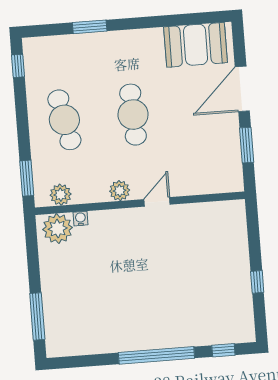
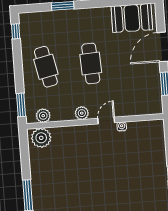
water cooler: (80, 219) -> (122, 127), moved

